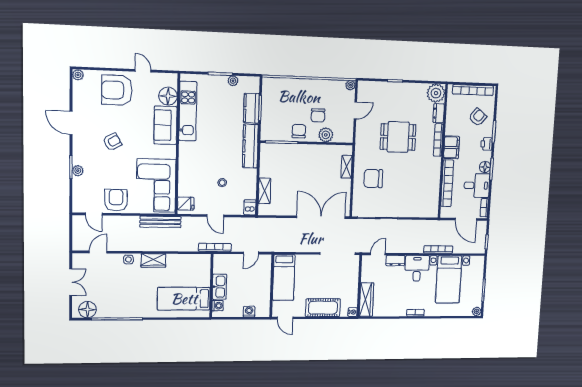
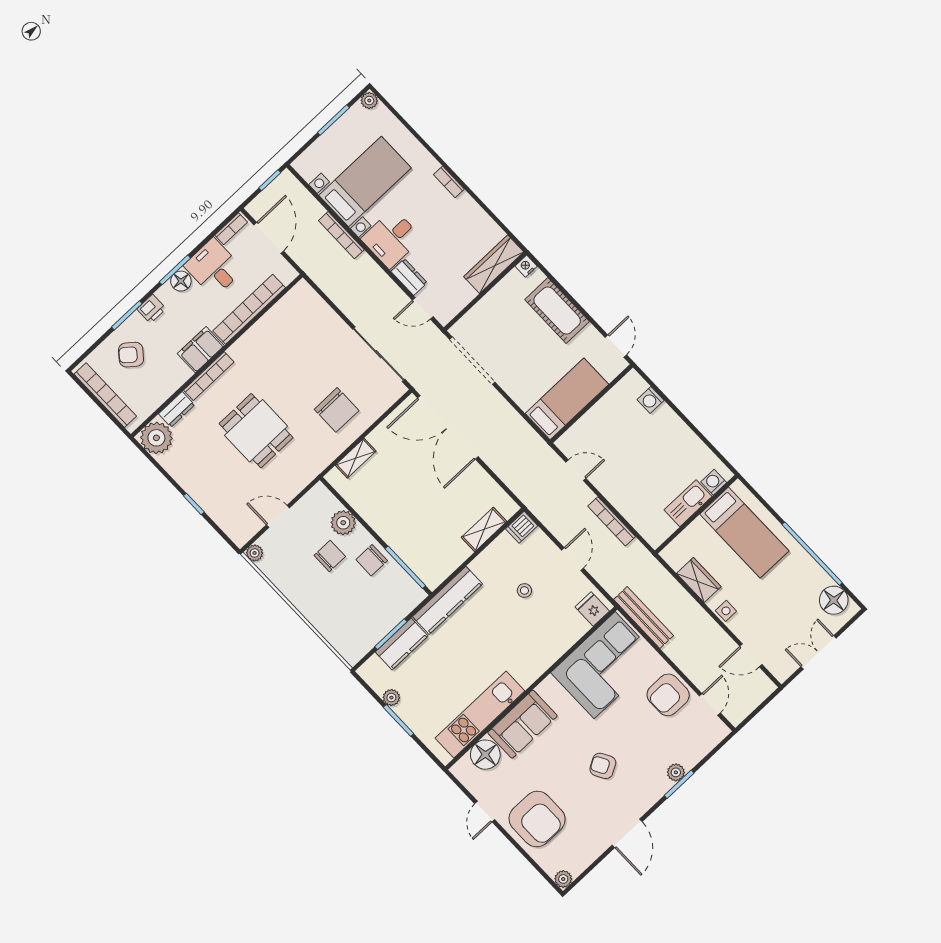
wall: (211, 286) -> (696, 514), moved
kitchen sink: (219, 287) -> (688, 503), moved
bed: (184, 299) -> (744, 533), moved
washing machine: (218, 306) -> (714, 482), moved

